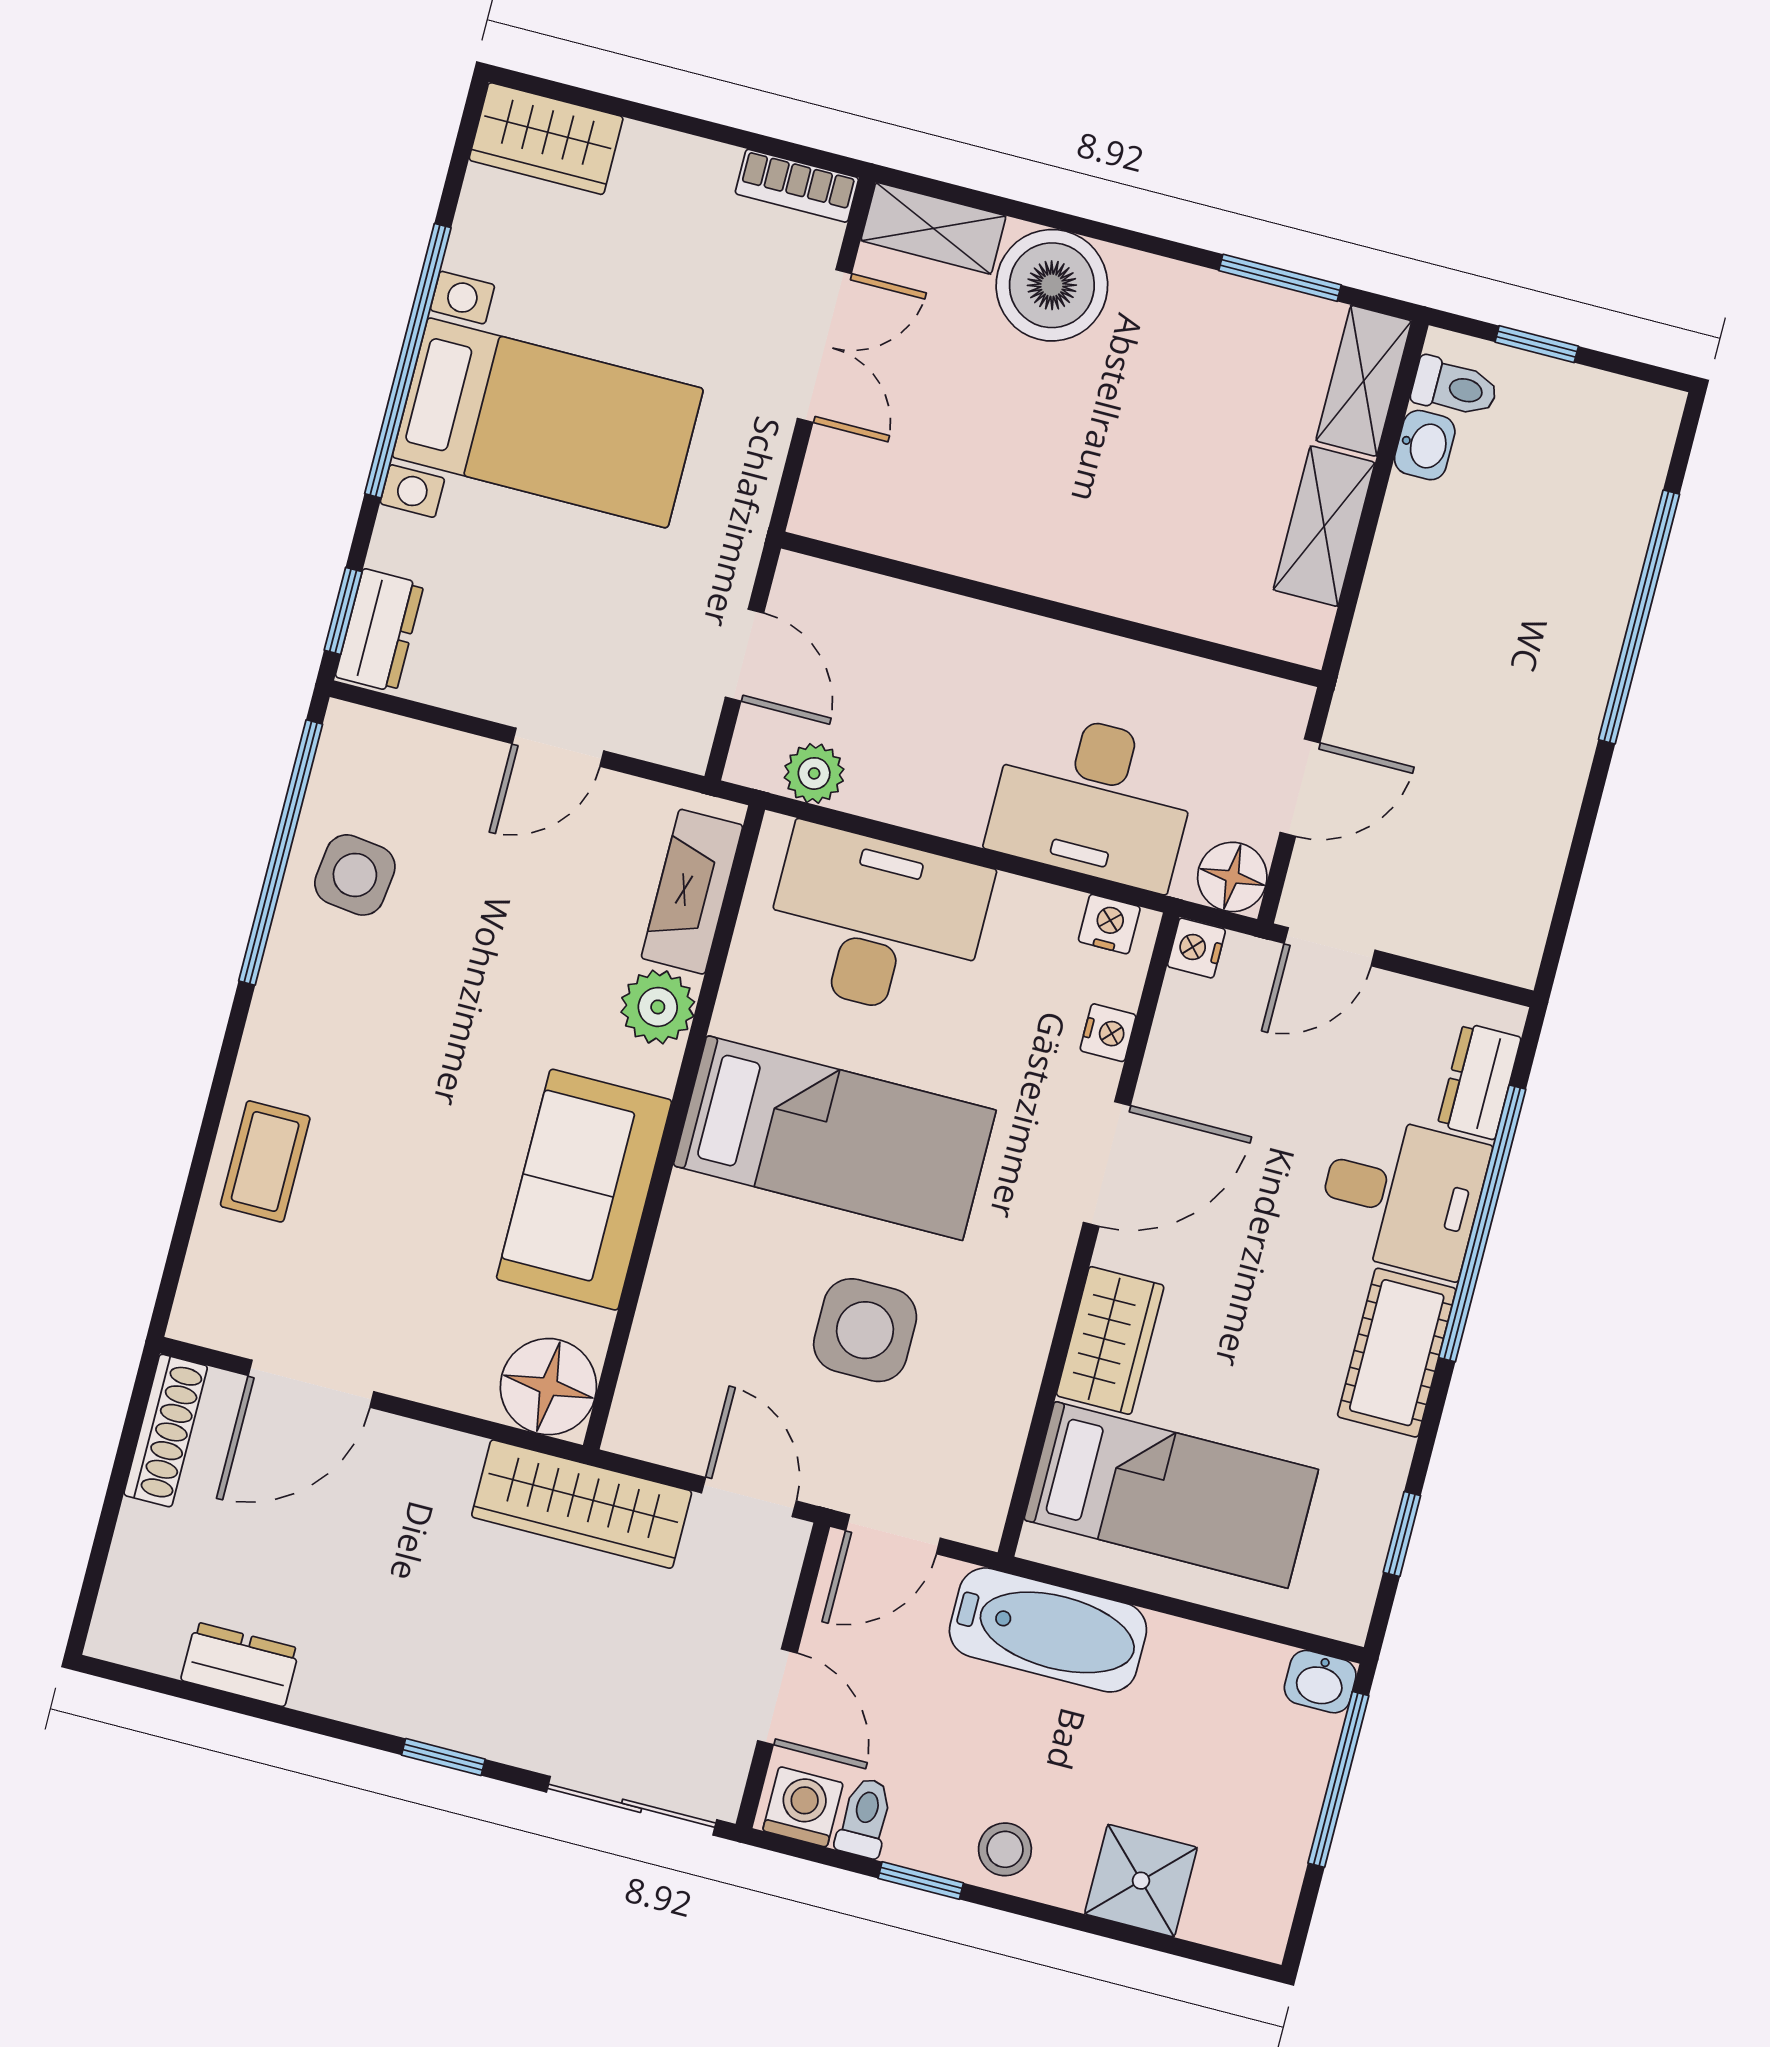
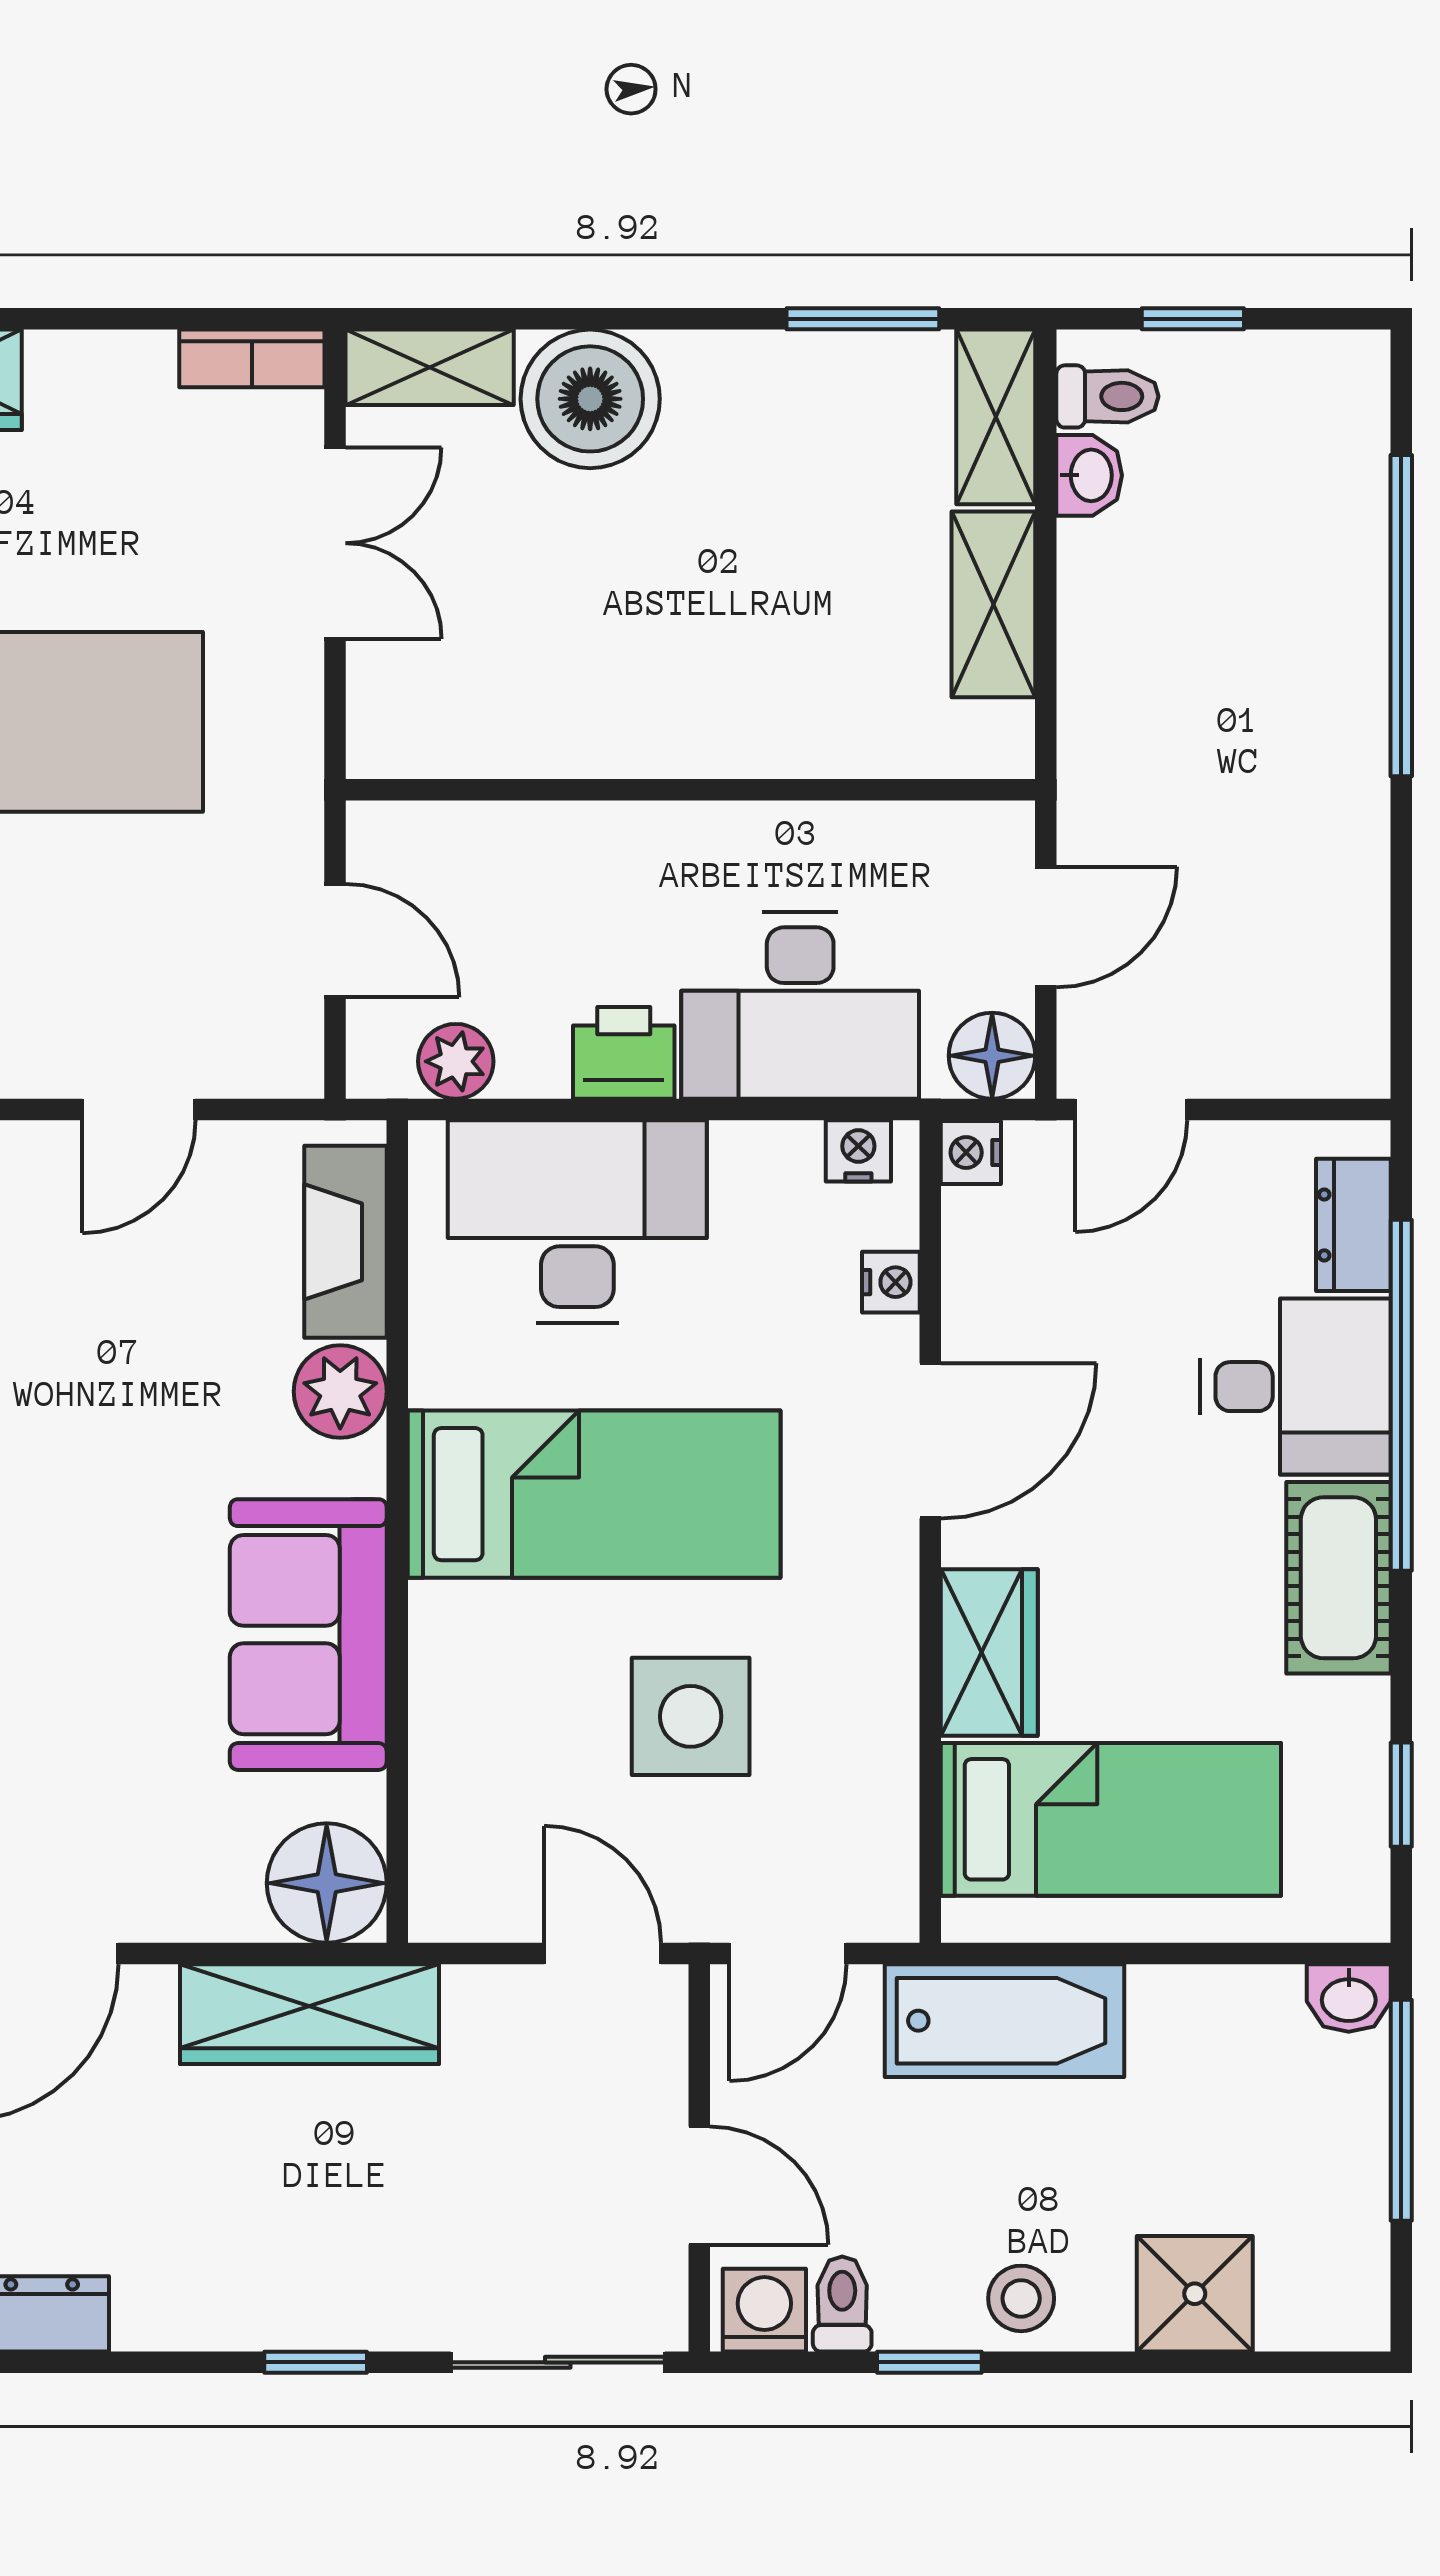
printer: (946, 801) -> (624, 1053), added
wardrobe: (582, 1504) -> (310, 2014), moved

